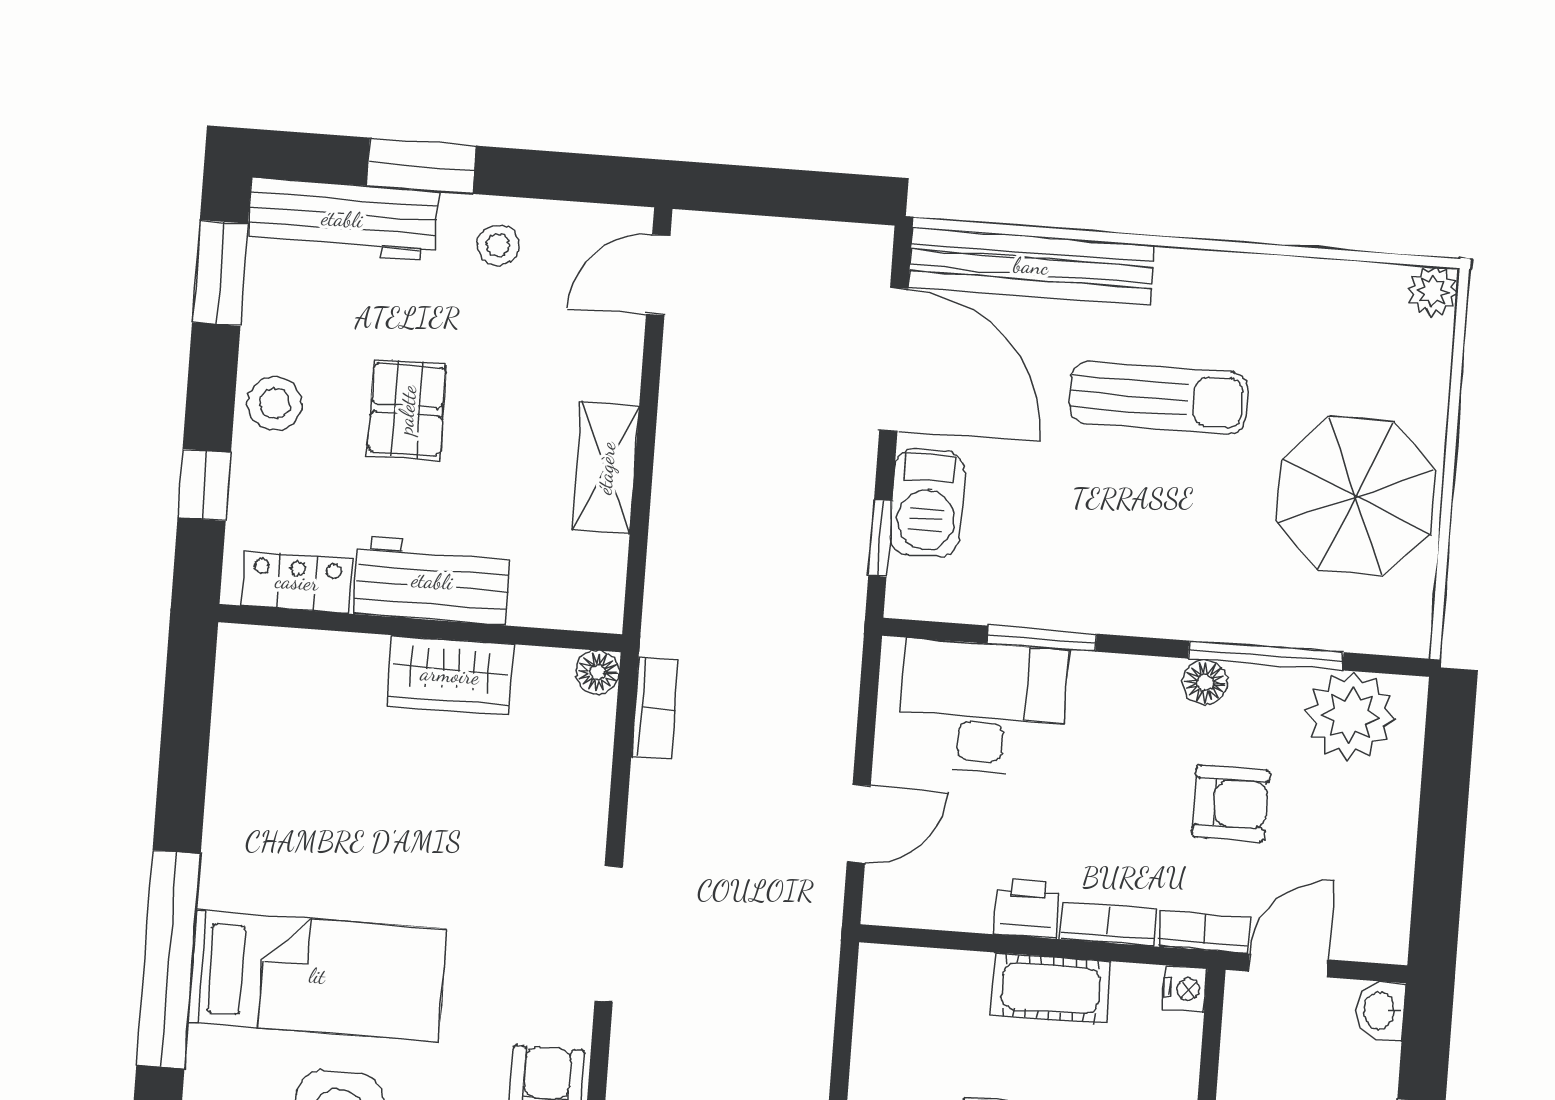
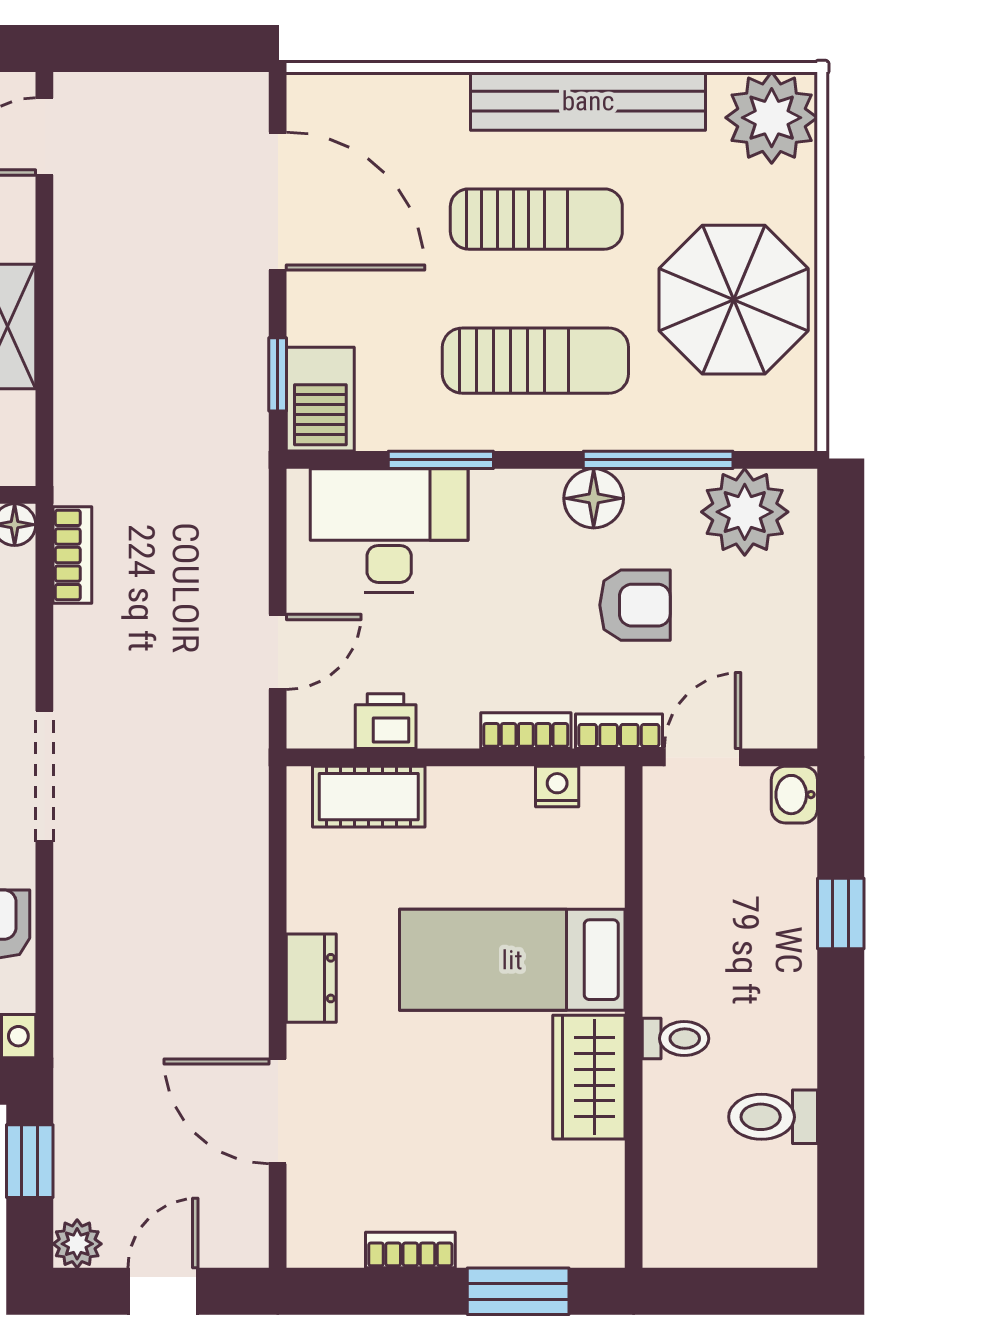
bench: (1031, 266) -> (588, 101), moved
plant: (1433, 291) -> (772, 118), width x1.88, depth x1.88
barbecue: (927, 503) -> (320, 399), moved
sun lounger: (1147, 544) -> (535, 361), added
floor lamp: (1205, 682) -> (594, 498), width x1.37, depth x1.37
printer: (1027, 908) -> (386, 721), moved
cot: (1051, 988) -> (369, 797), moved
nightstand: (1185, 989) -> (557, 786), moved, turned -90

